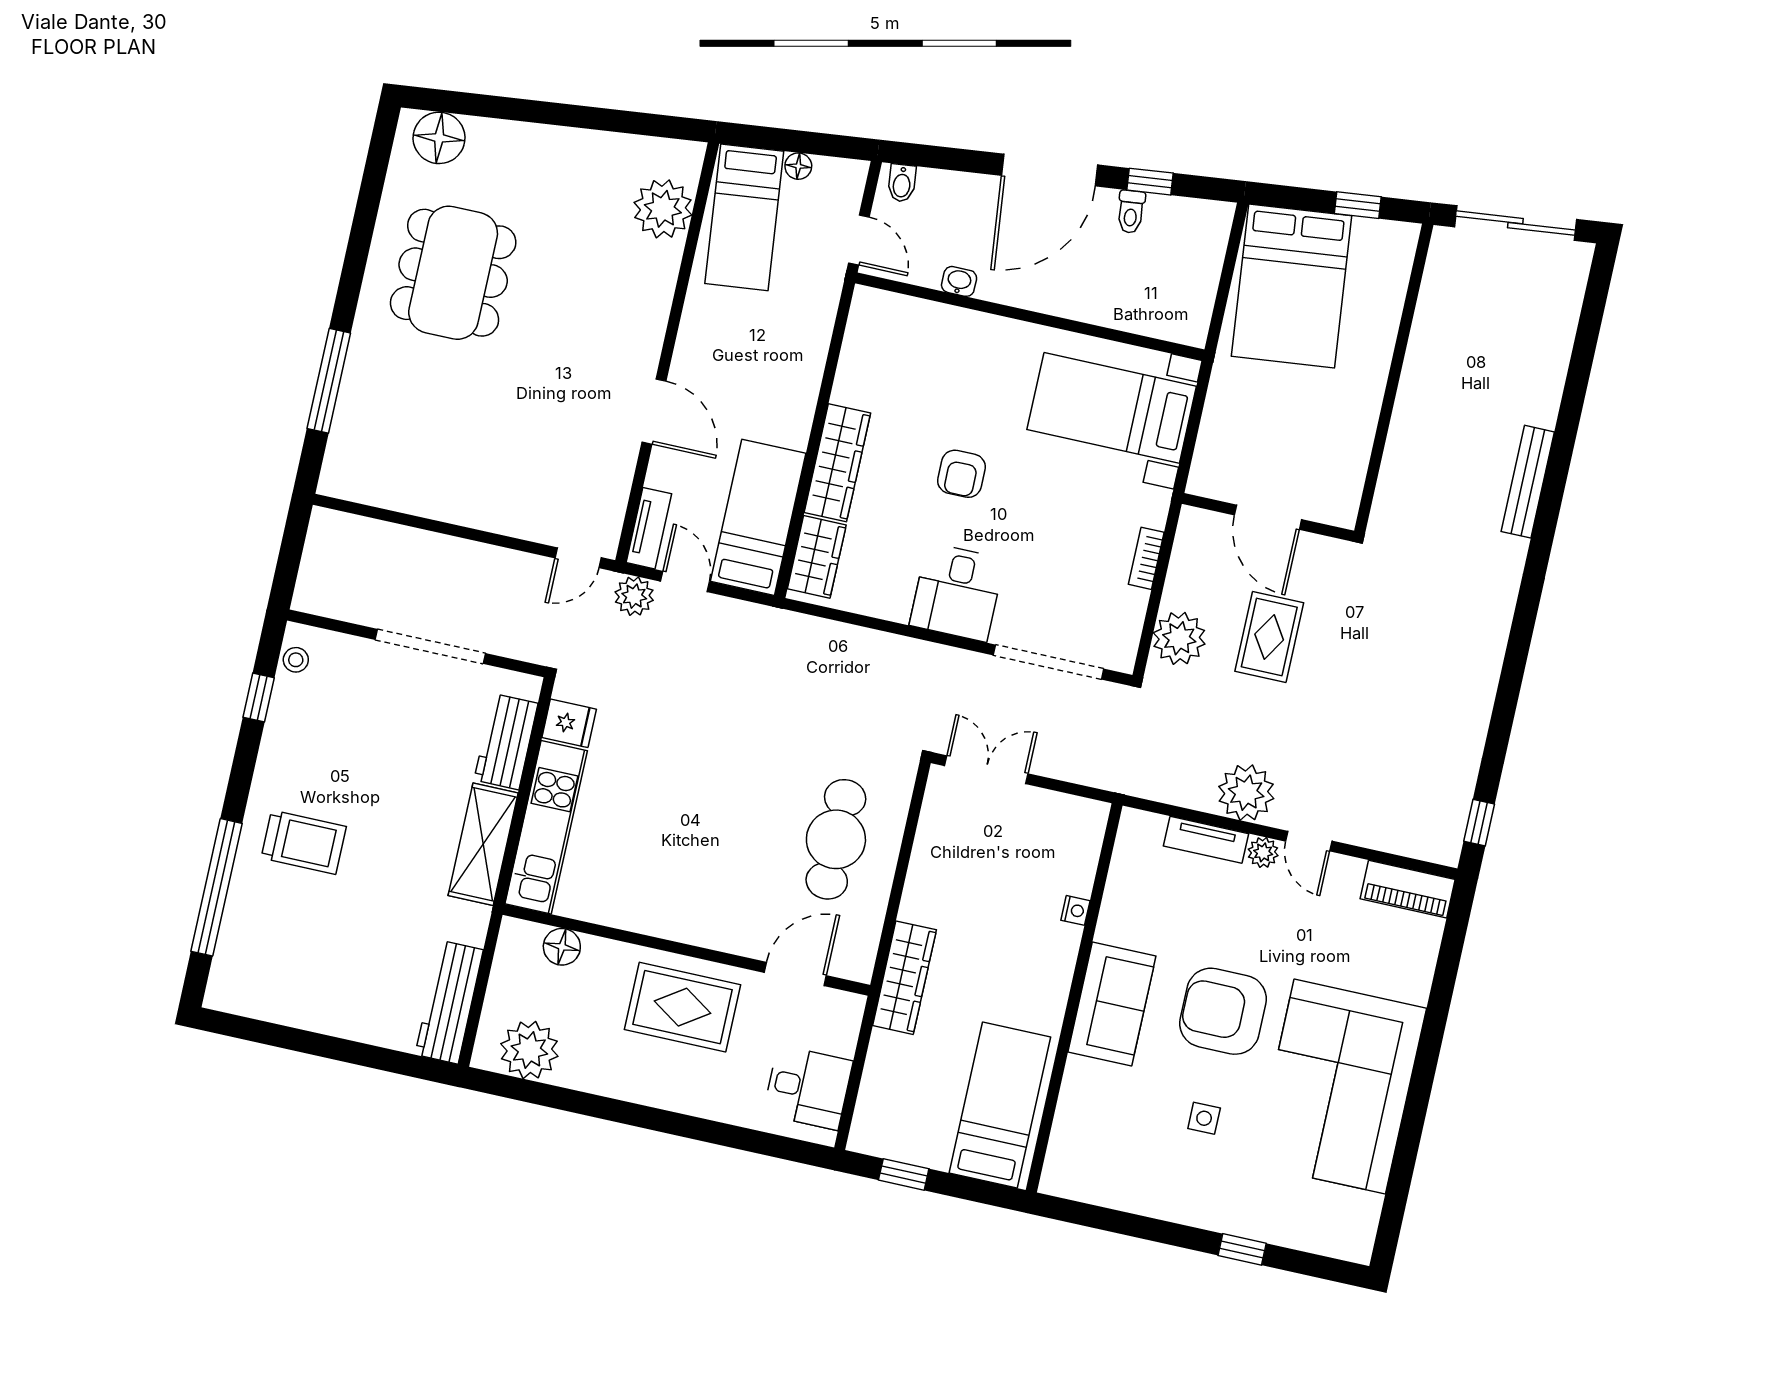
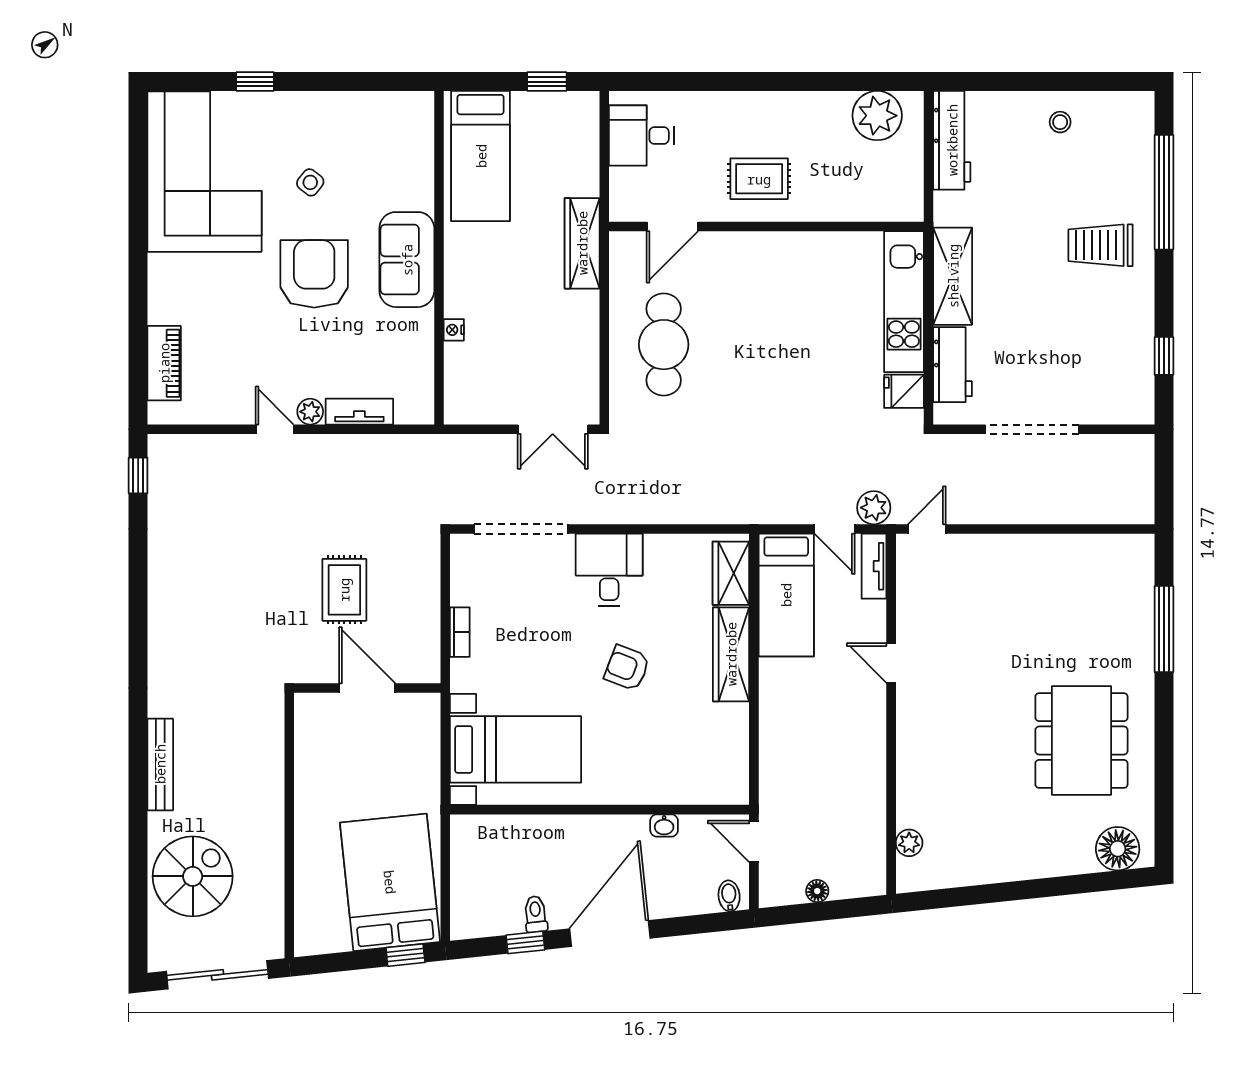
window: (1358, 205) -> (405, 955), moved
plant: (663, 209) -> (909, 843), width x0.53, depth x0.53
bed: (744, 217) -> (852, 839), removed
spiral stairs: (1519, 344) -> (193, 876), added
door: (654, 412) -> (891, 663), width x0.73
armchair: (962, 474) -> (627, 668), turned -69
plant: (1179, 638) -> (418, 572), removed
stool: (296, 660) -> (1060, 122), moved
plant: (1246, 793) -> (335, 458), removed
piano: (1408, 889) -> (164, 363), moved, turned 90
floor lamp: (562, 947) -> (869, 206), removed
rug: (683, 1007) -> (759, 179), width x0.73, depth x0.70
armchair: (1223, 1011) -> (314, 274), turned -90
corner sofa: (1340, 1087) -> (204, 172), moved
side table: (1204, 1118) -> (310, 182), turned 38

